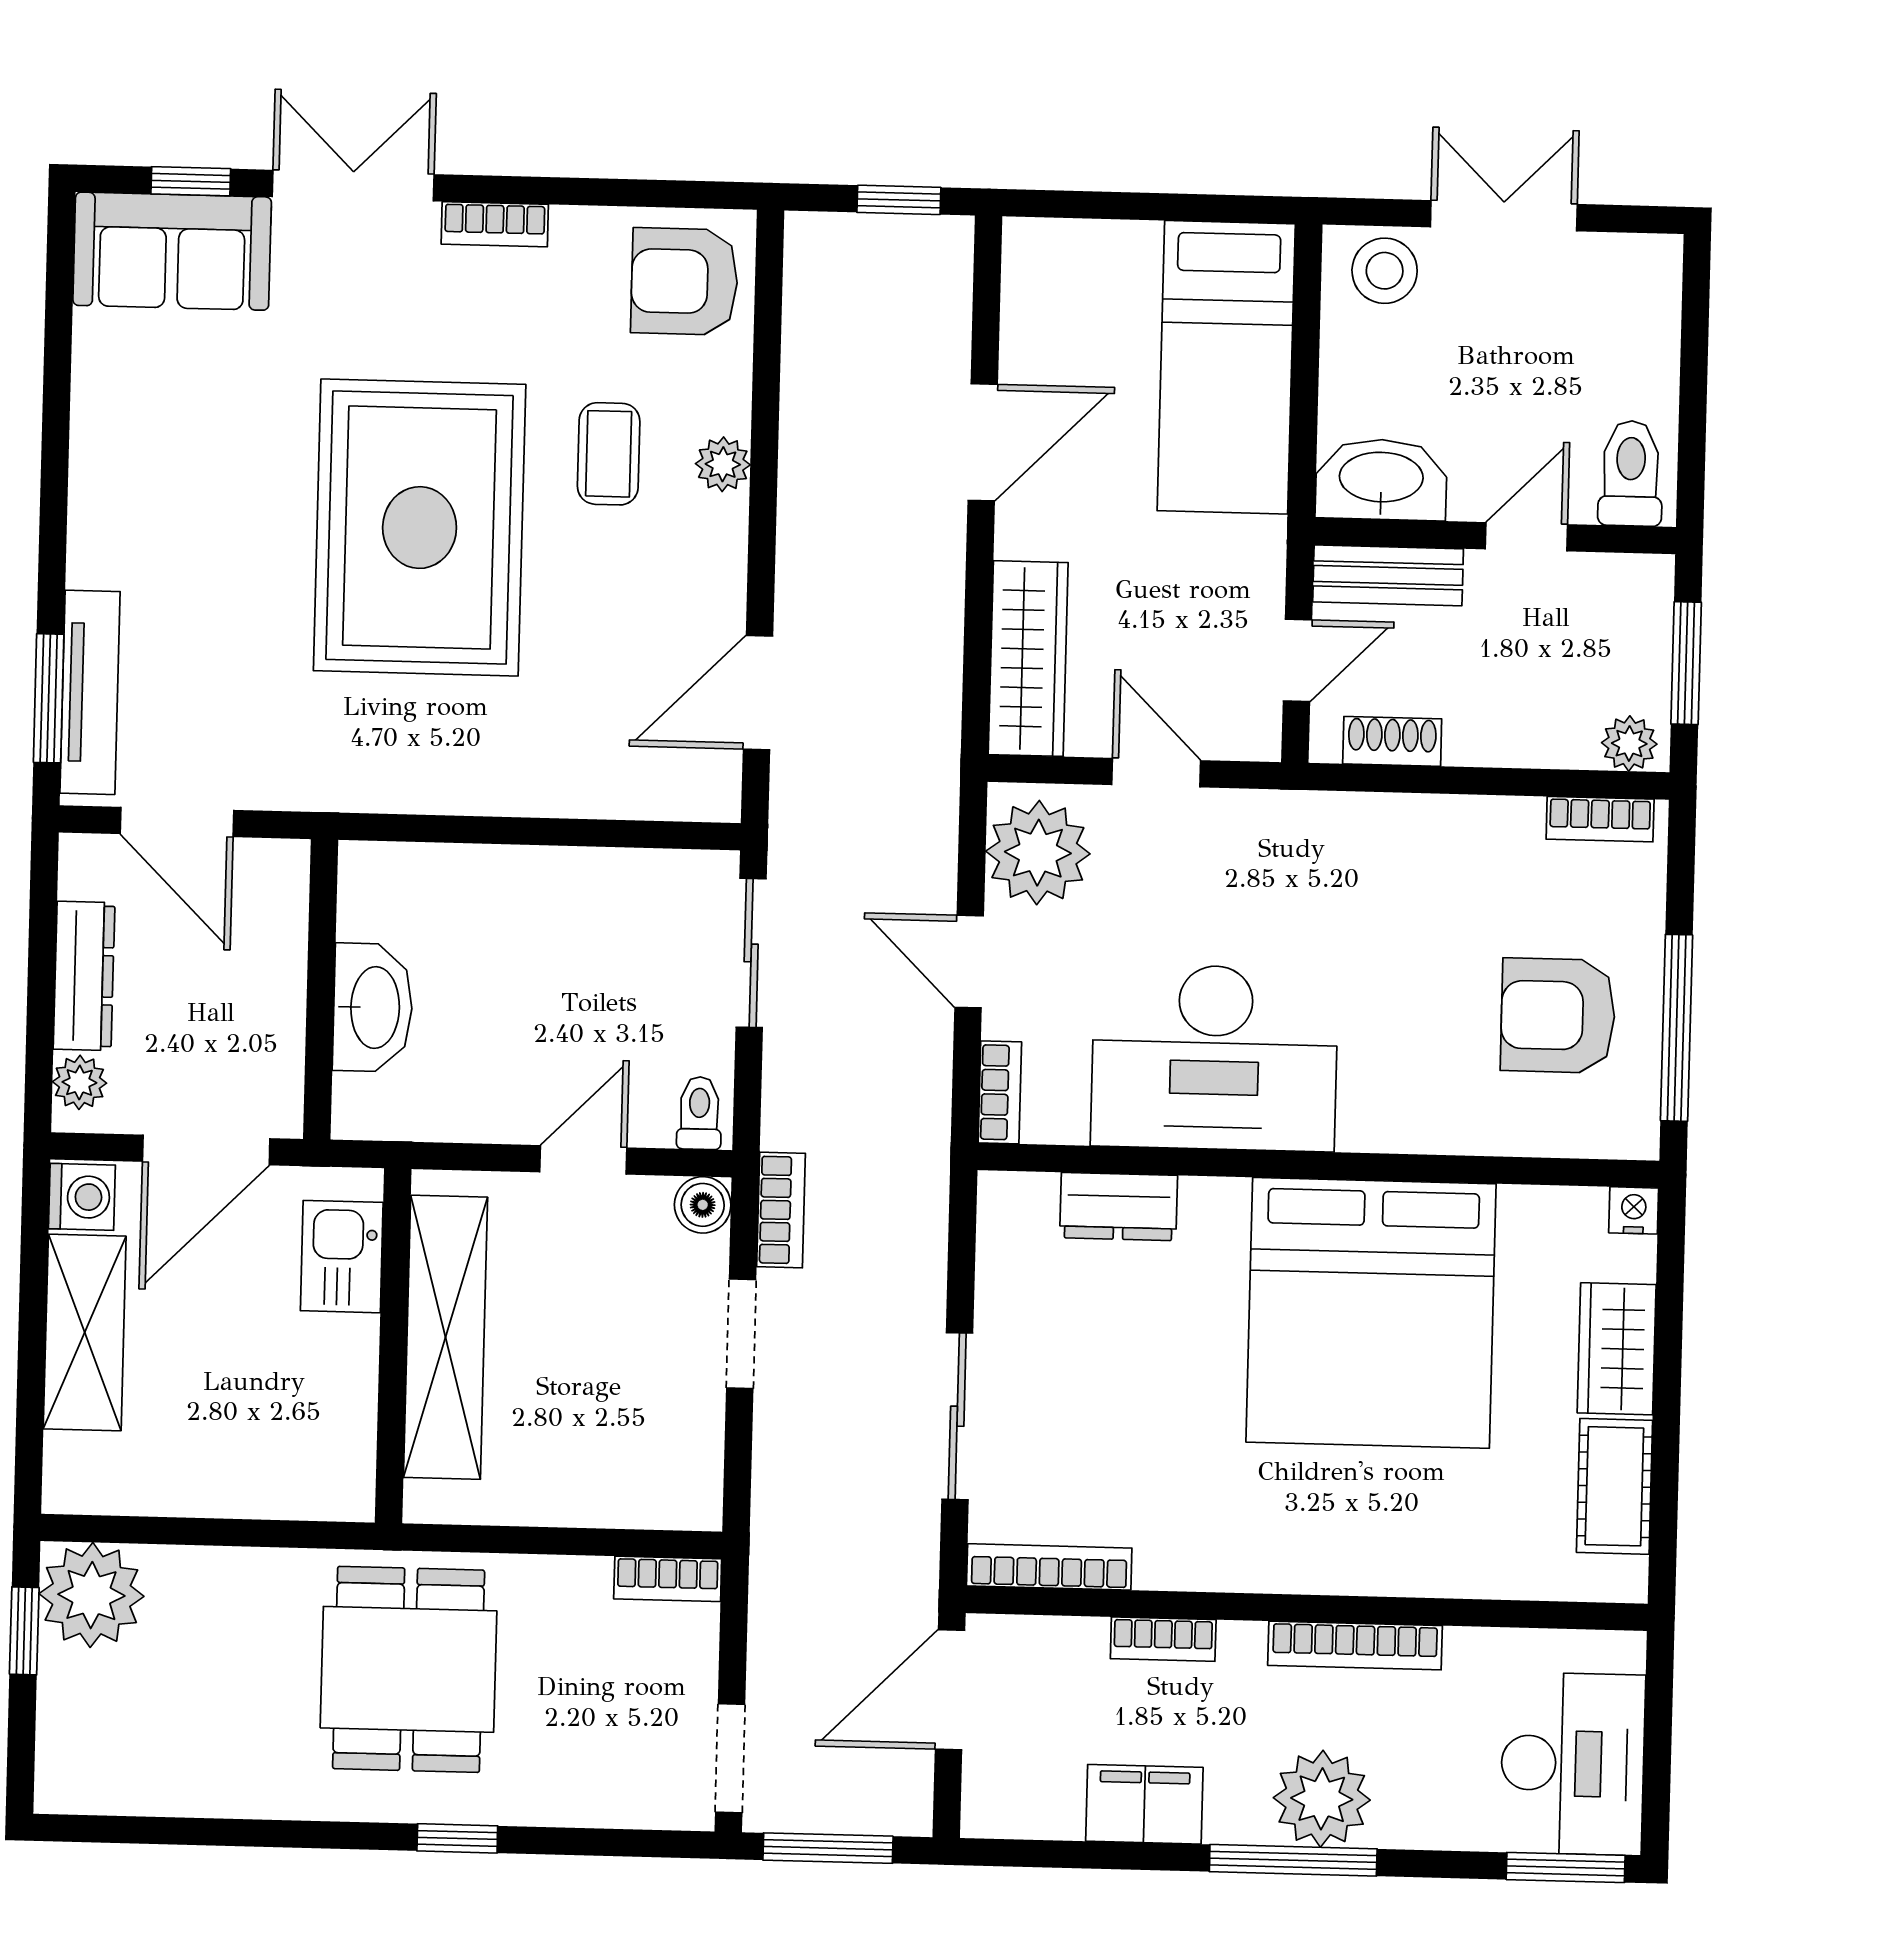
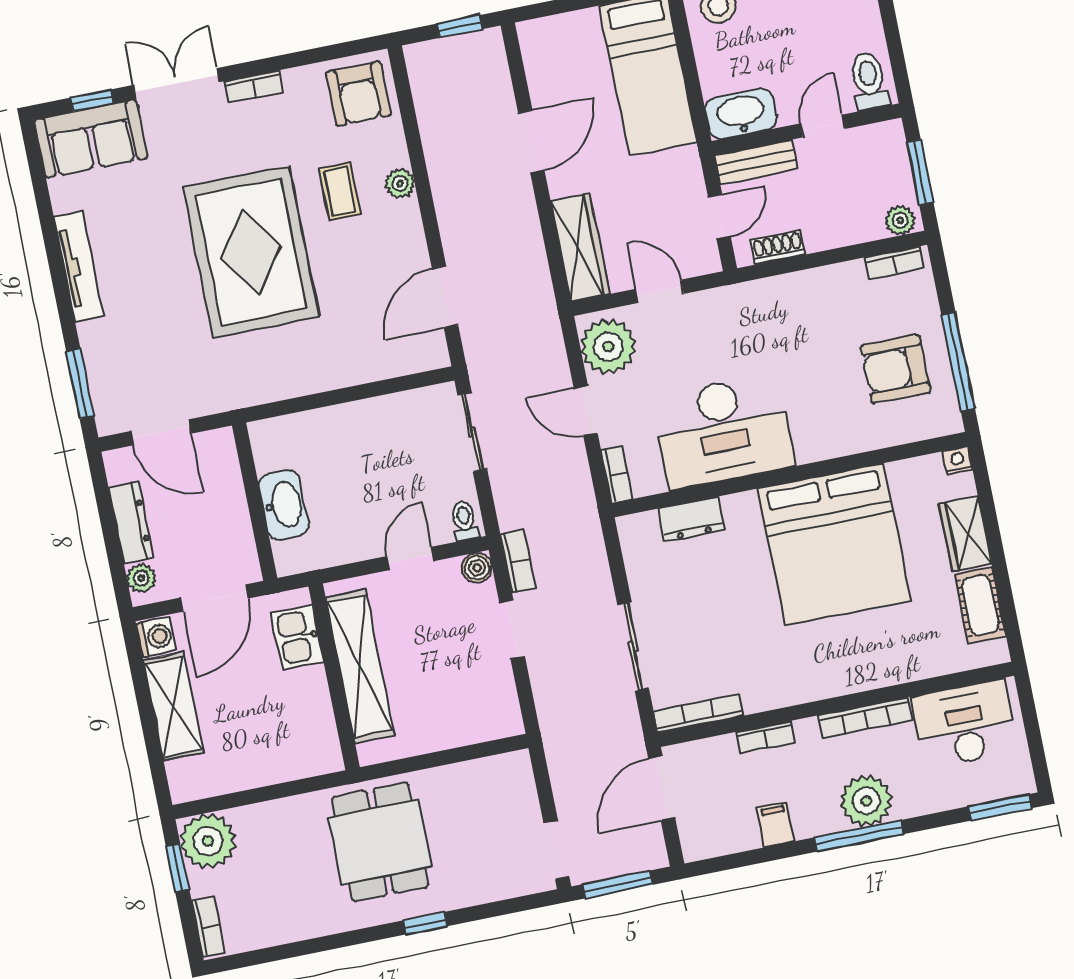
armchair: (684, 281) -> (359, 94), turned -90
tv unit: (90, 692) -> (79, 267), moved
bookcase: (668, 1579) -> (208, 927), moved, turned -90
desk: (1573, 1764) -> (965, 724), moved, turned -90
filing cabinet: (1144, 1804) -> (775, 825), width x0.50

